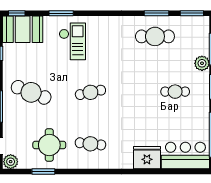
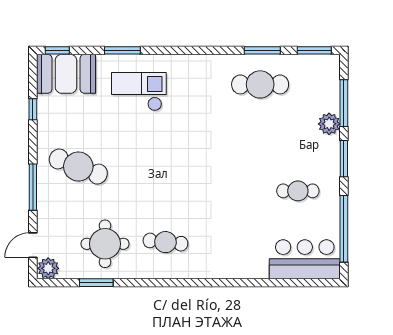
checkout: (72, 41) -> (139, 92), turned -90
cafe table: (90, 92) -> (165, 167), removed
cafe table: (175, 92) -> (298, 191), moved
fridge: (147, 158) -> (248, 262), removed

